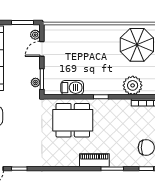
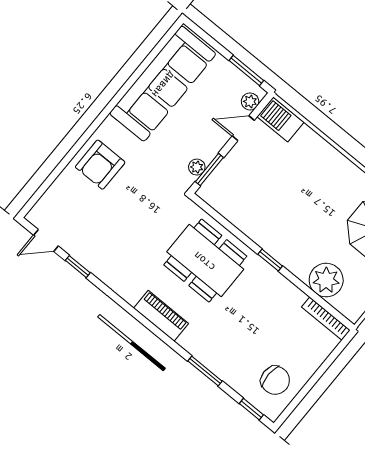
barbecue: (72, 88) -> (280, 119), moved, turned 180
piano: (94, 160) -> (161, 316), moved

